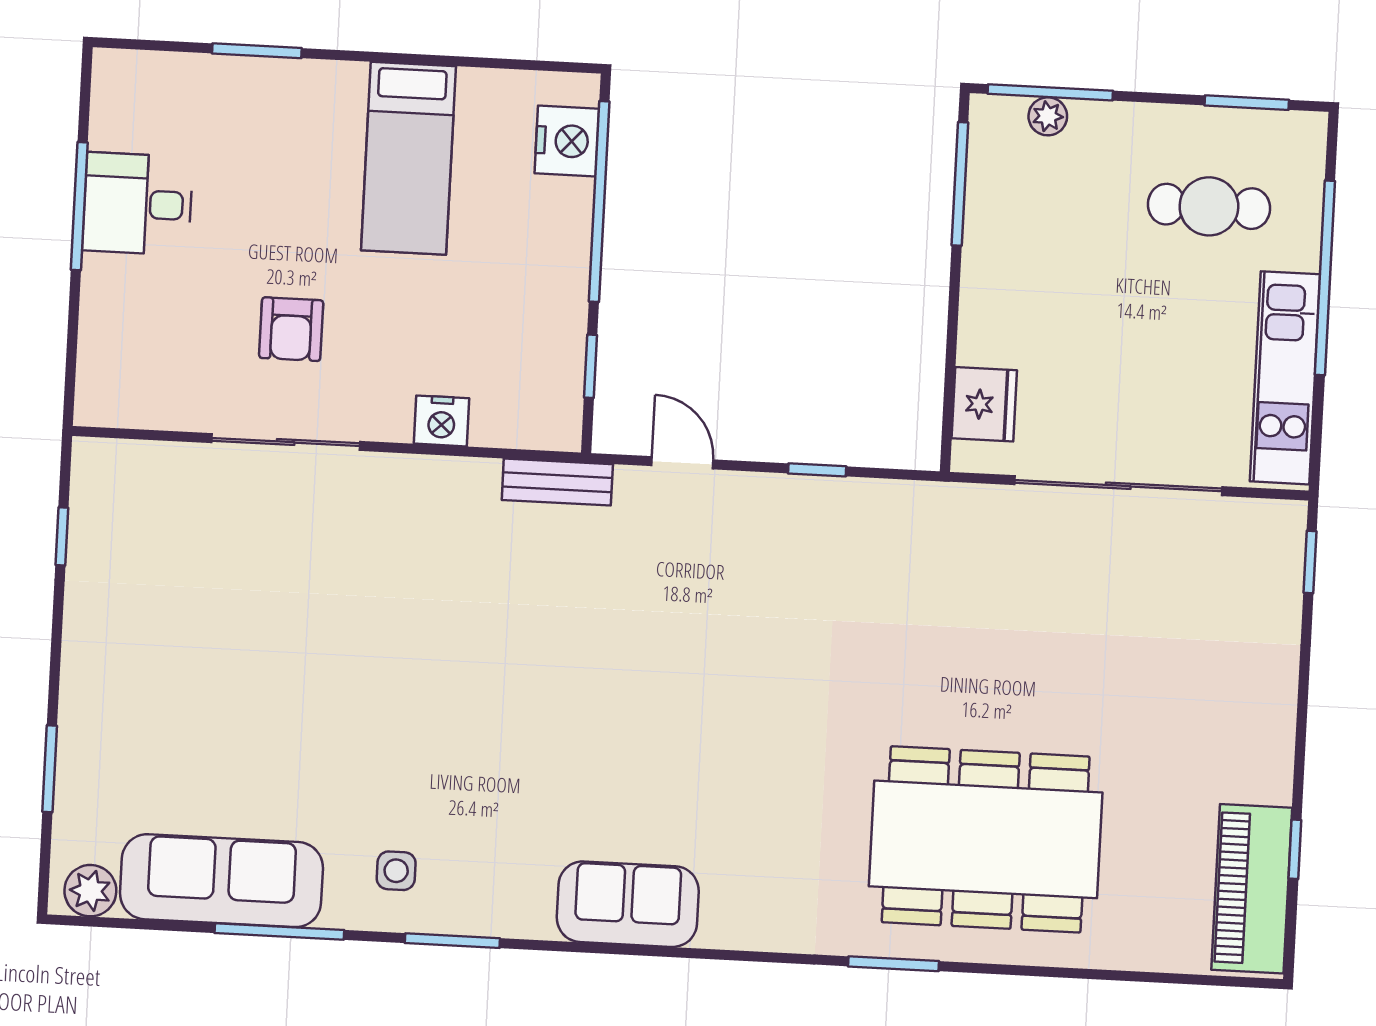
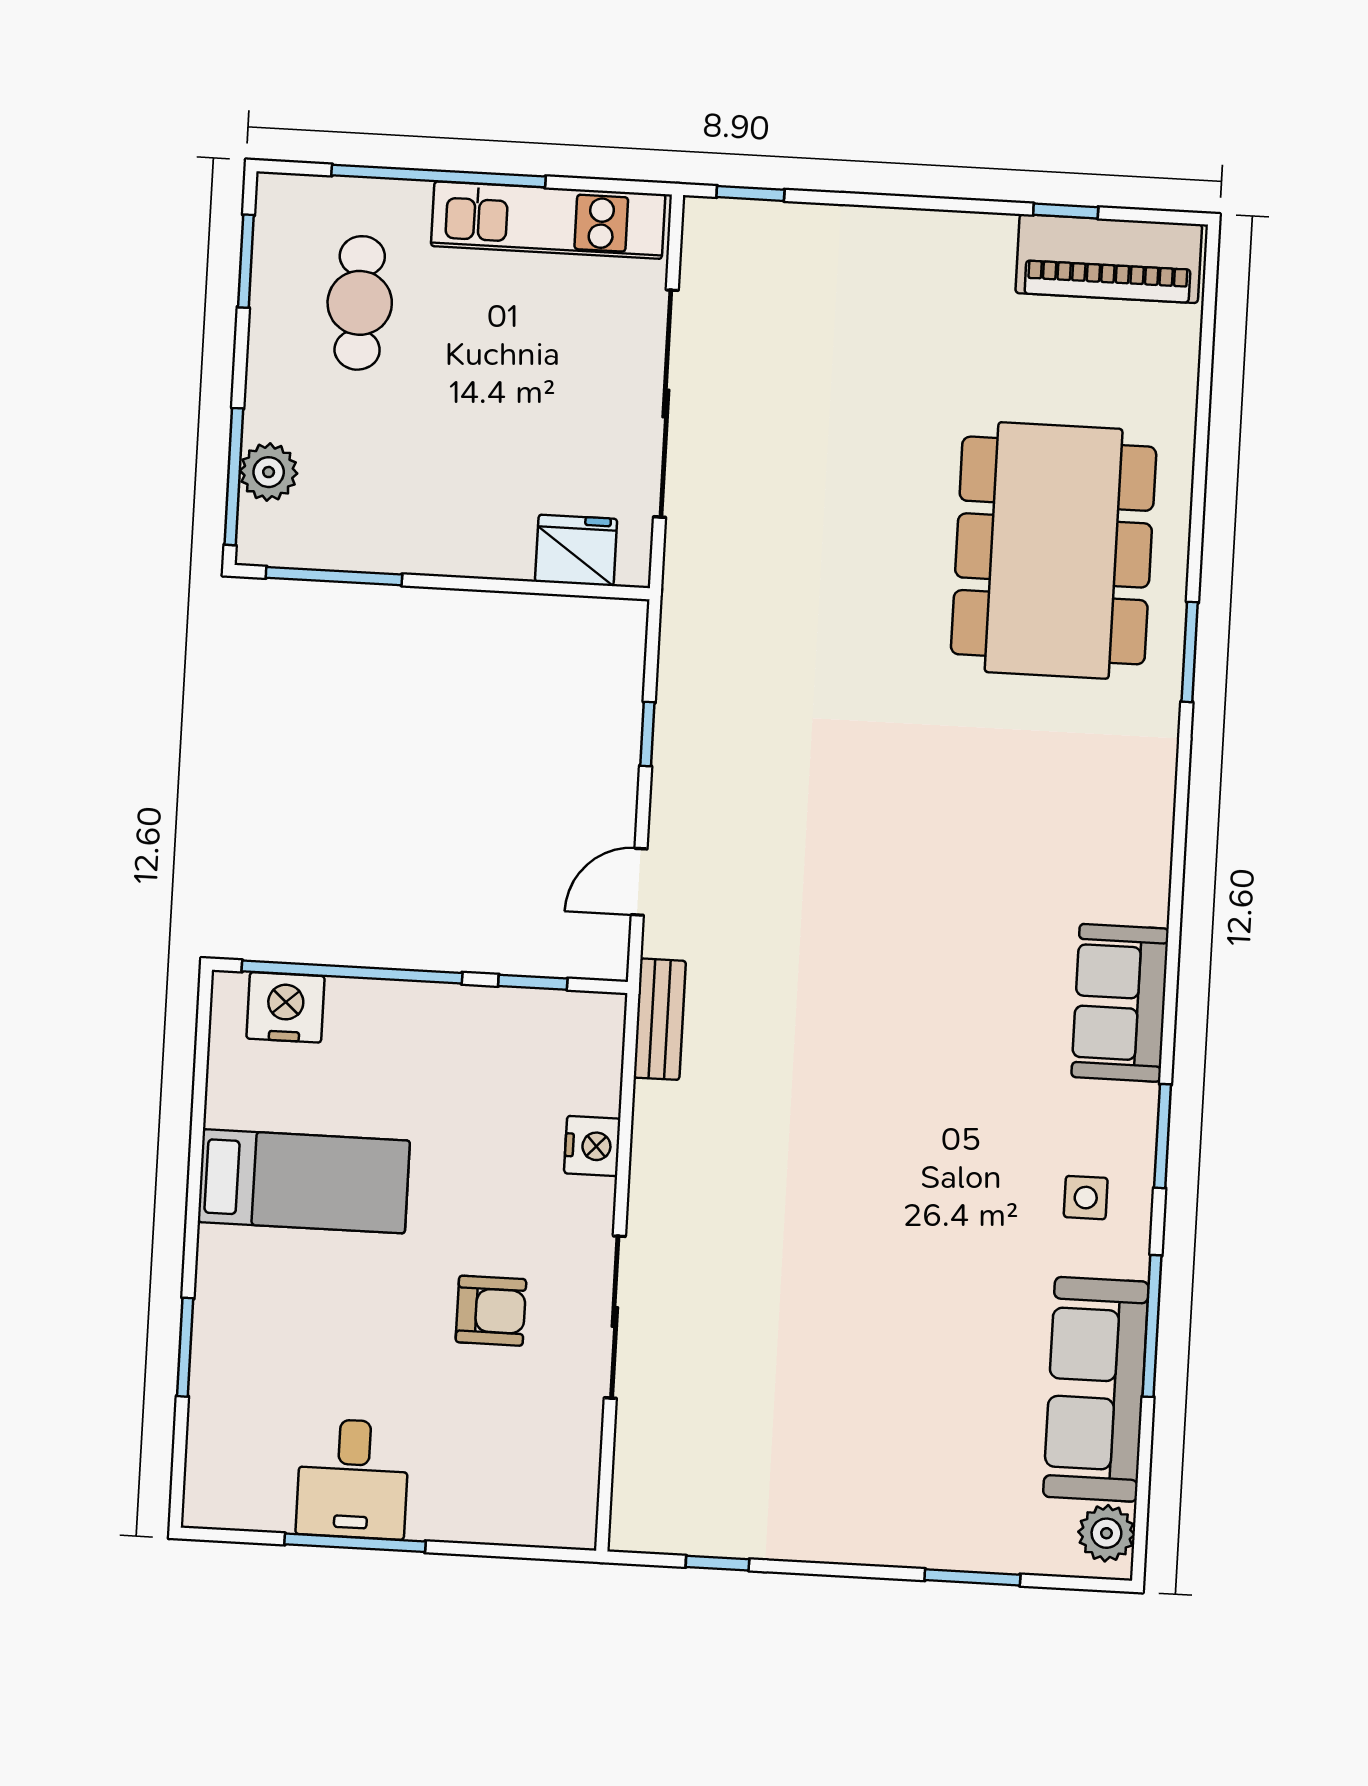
plant: (1048, 116) -> (269, 472), width x1.38, depth x1.38
sofa: (628, 904) -> (1120, 1003), moved

